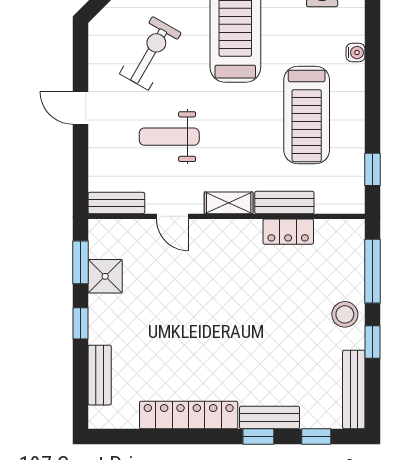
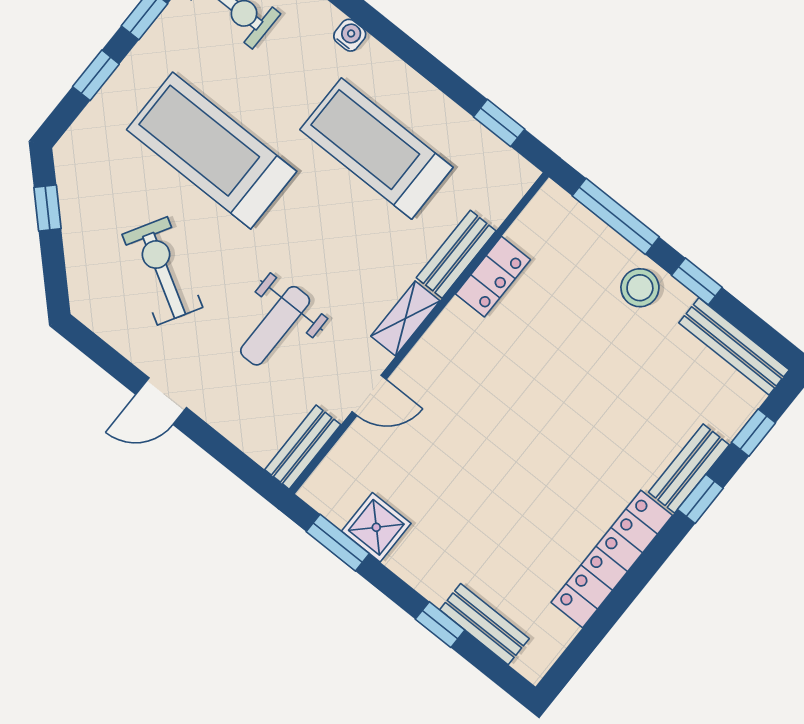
treadmill: (307, 115) -> (376, 149), turned 180
window: (81, 323) -> (440, 625), moved

